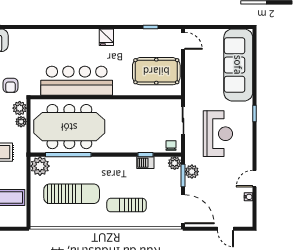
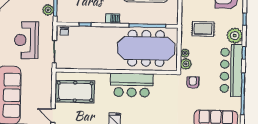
bar counter: (77, 81) -> (132, 85), width x0.73
barbecue: (145, 163) -> (113, 19), moved
plant: (175, 163) -> (62, 17), removed
plant: (40, 166) -> (170, 17), removed

